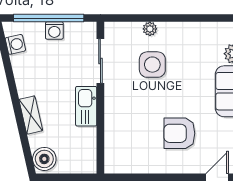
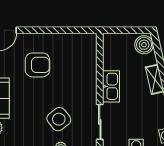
side table: (152, 65) -> (59, 119), turned -38

